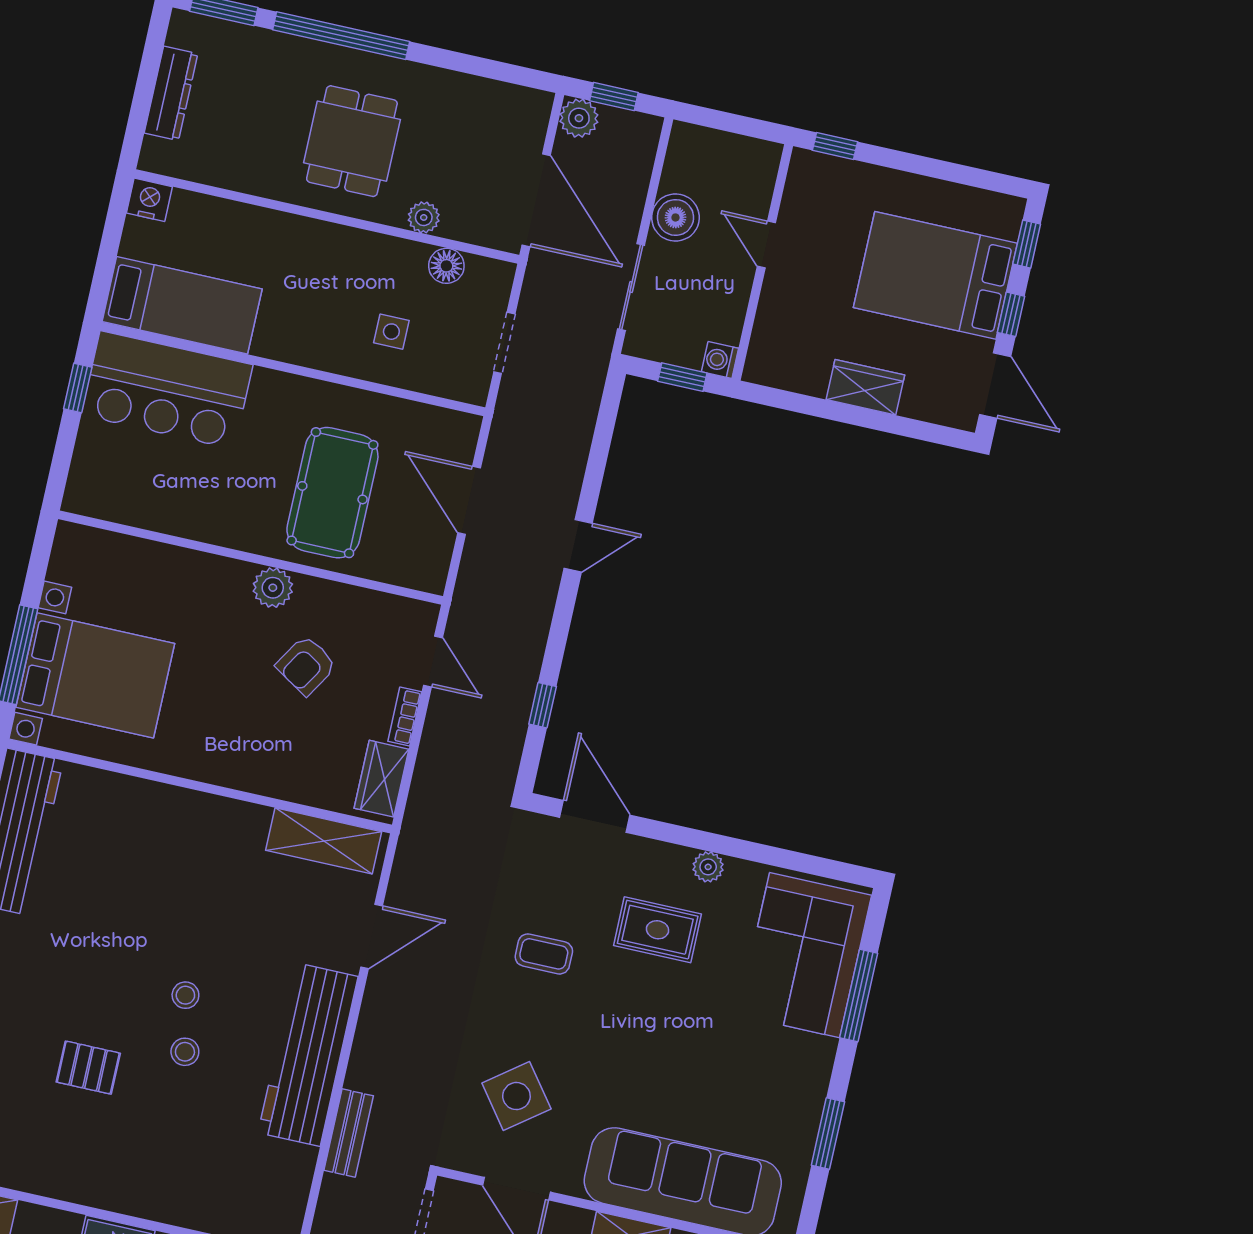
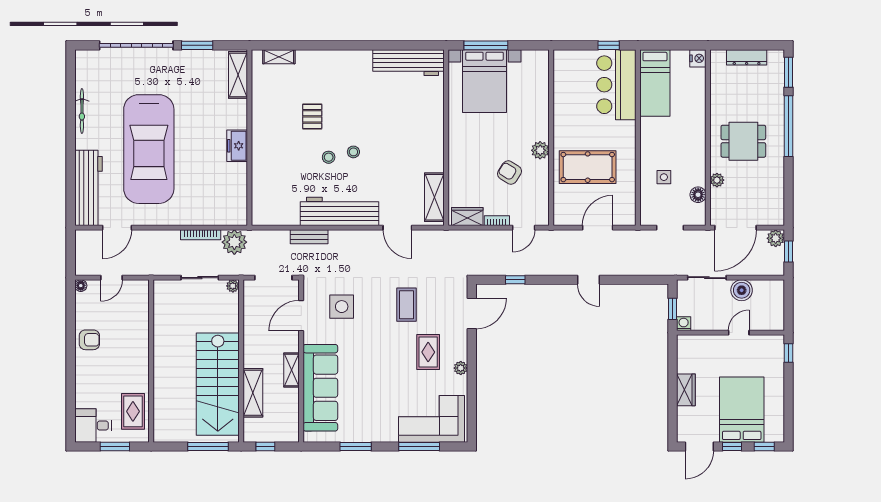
coffee table: (544, 954) -> (407, 305), width x1.36, depth x1.30
side table: (516, 1096) -> (342, 307), turned 37

